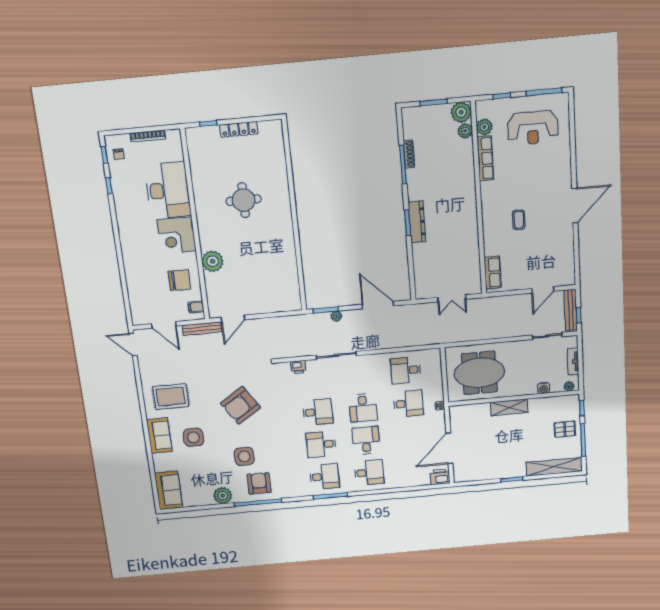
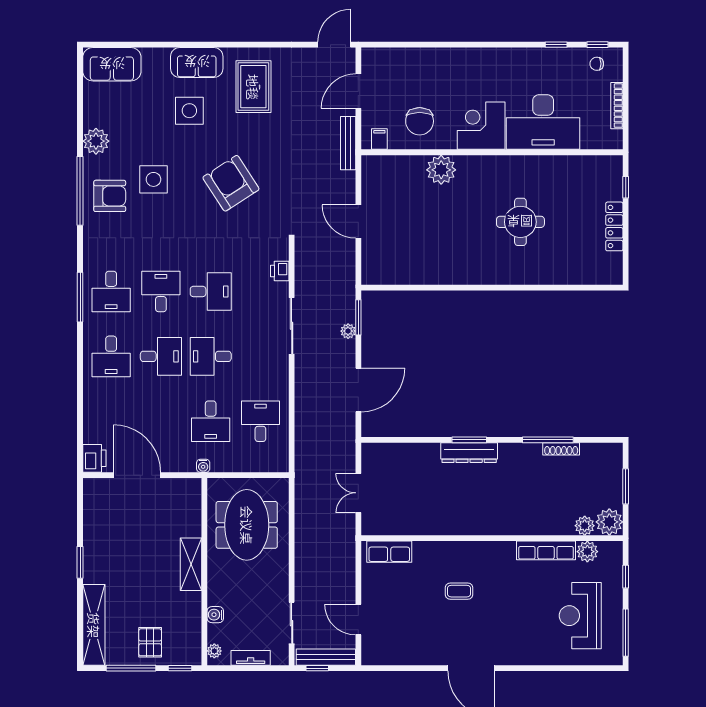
door: (233, 319) -> (358, 222), moved
desk: (318, 412) -> (211, 291), turned -90

